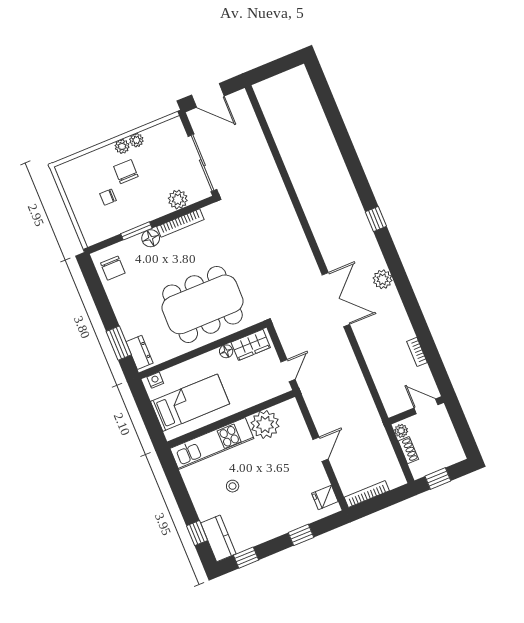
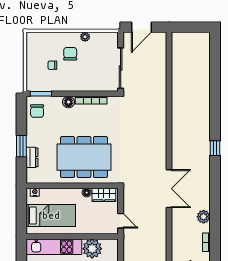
door: (208, 95) -> (141, 27), hinge flipped
plant: (122, 146) -> (74, 37), removed
plant: (178, 199) -> (96, 85), removed
window: (136, 231) -> (41, 94), moved
plant: (383, 279) -> (204, 217), moved
window: (119, 343) -> (21, 146), moved
dresser: (140, 352) -> (32, 157), moved
door: (288, 371) -> (121, 221), hinge flipped

